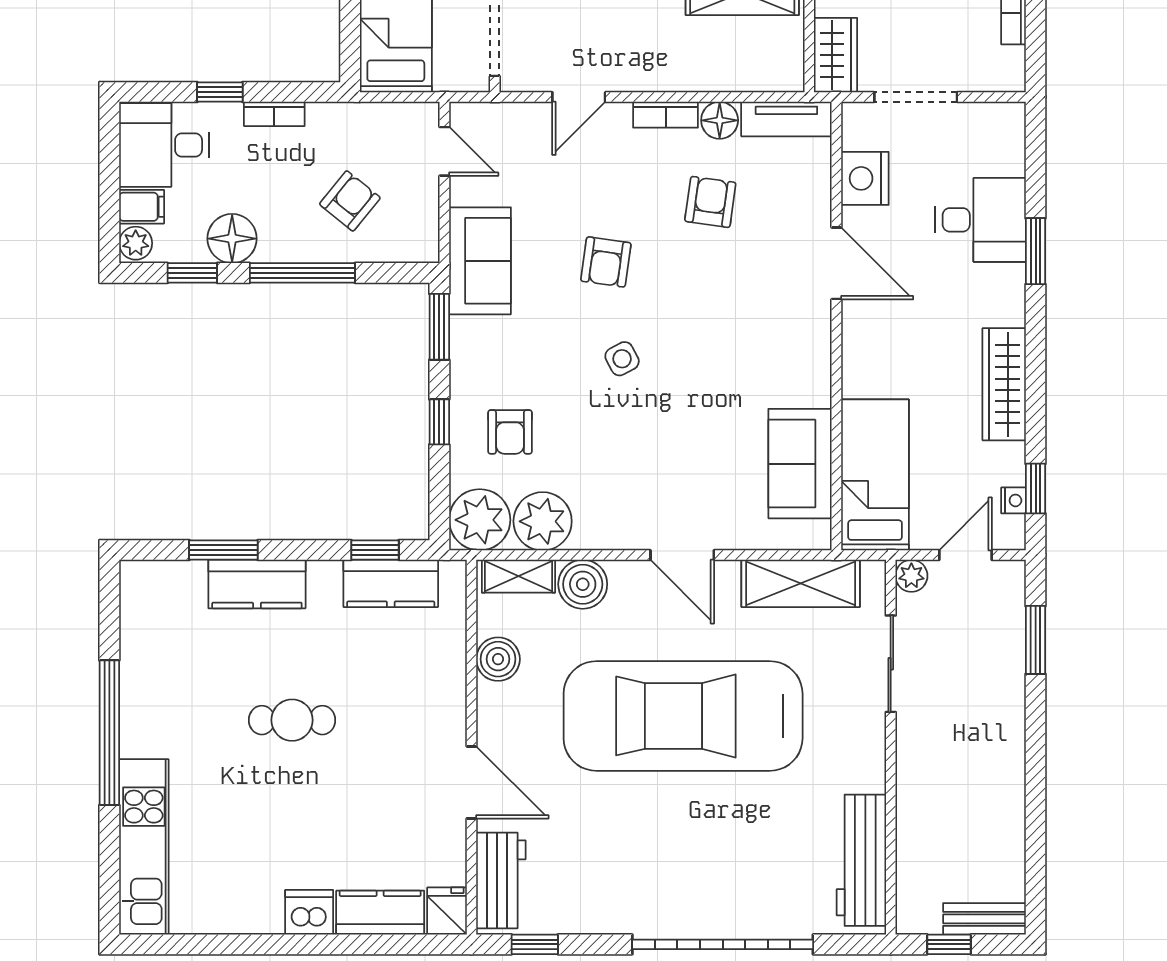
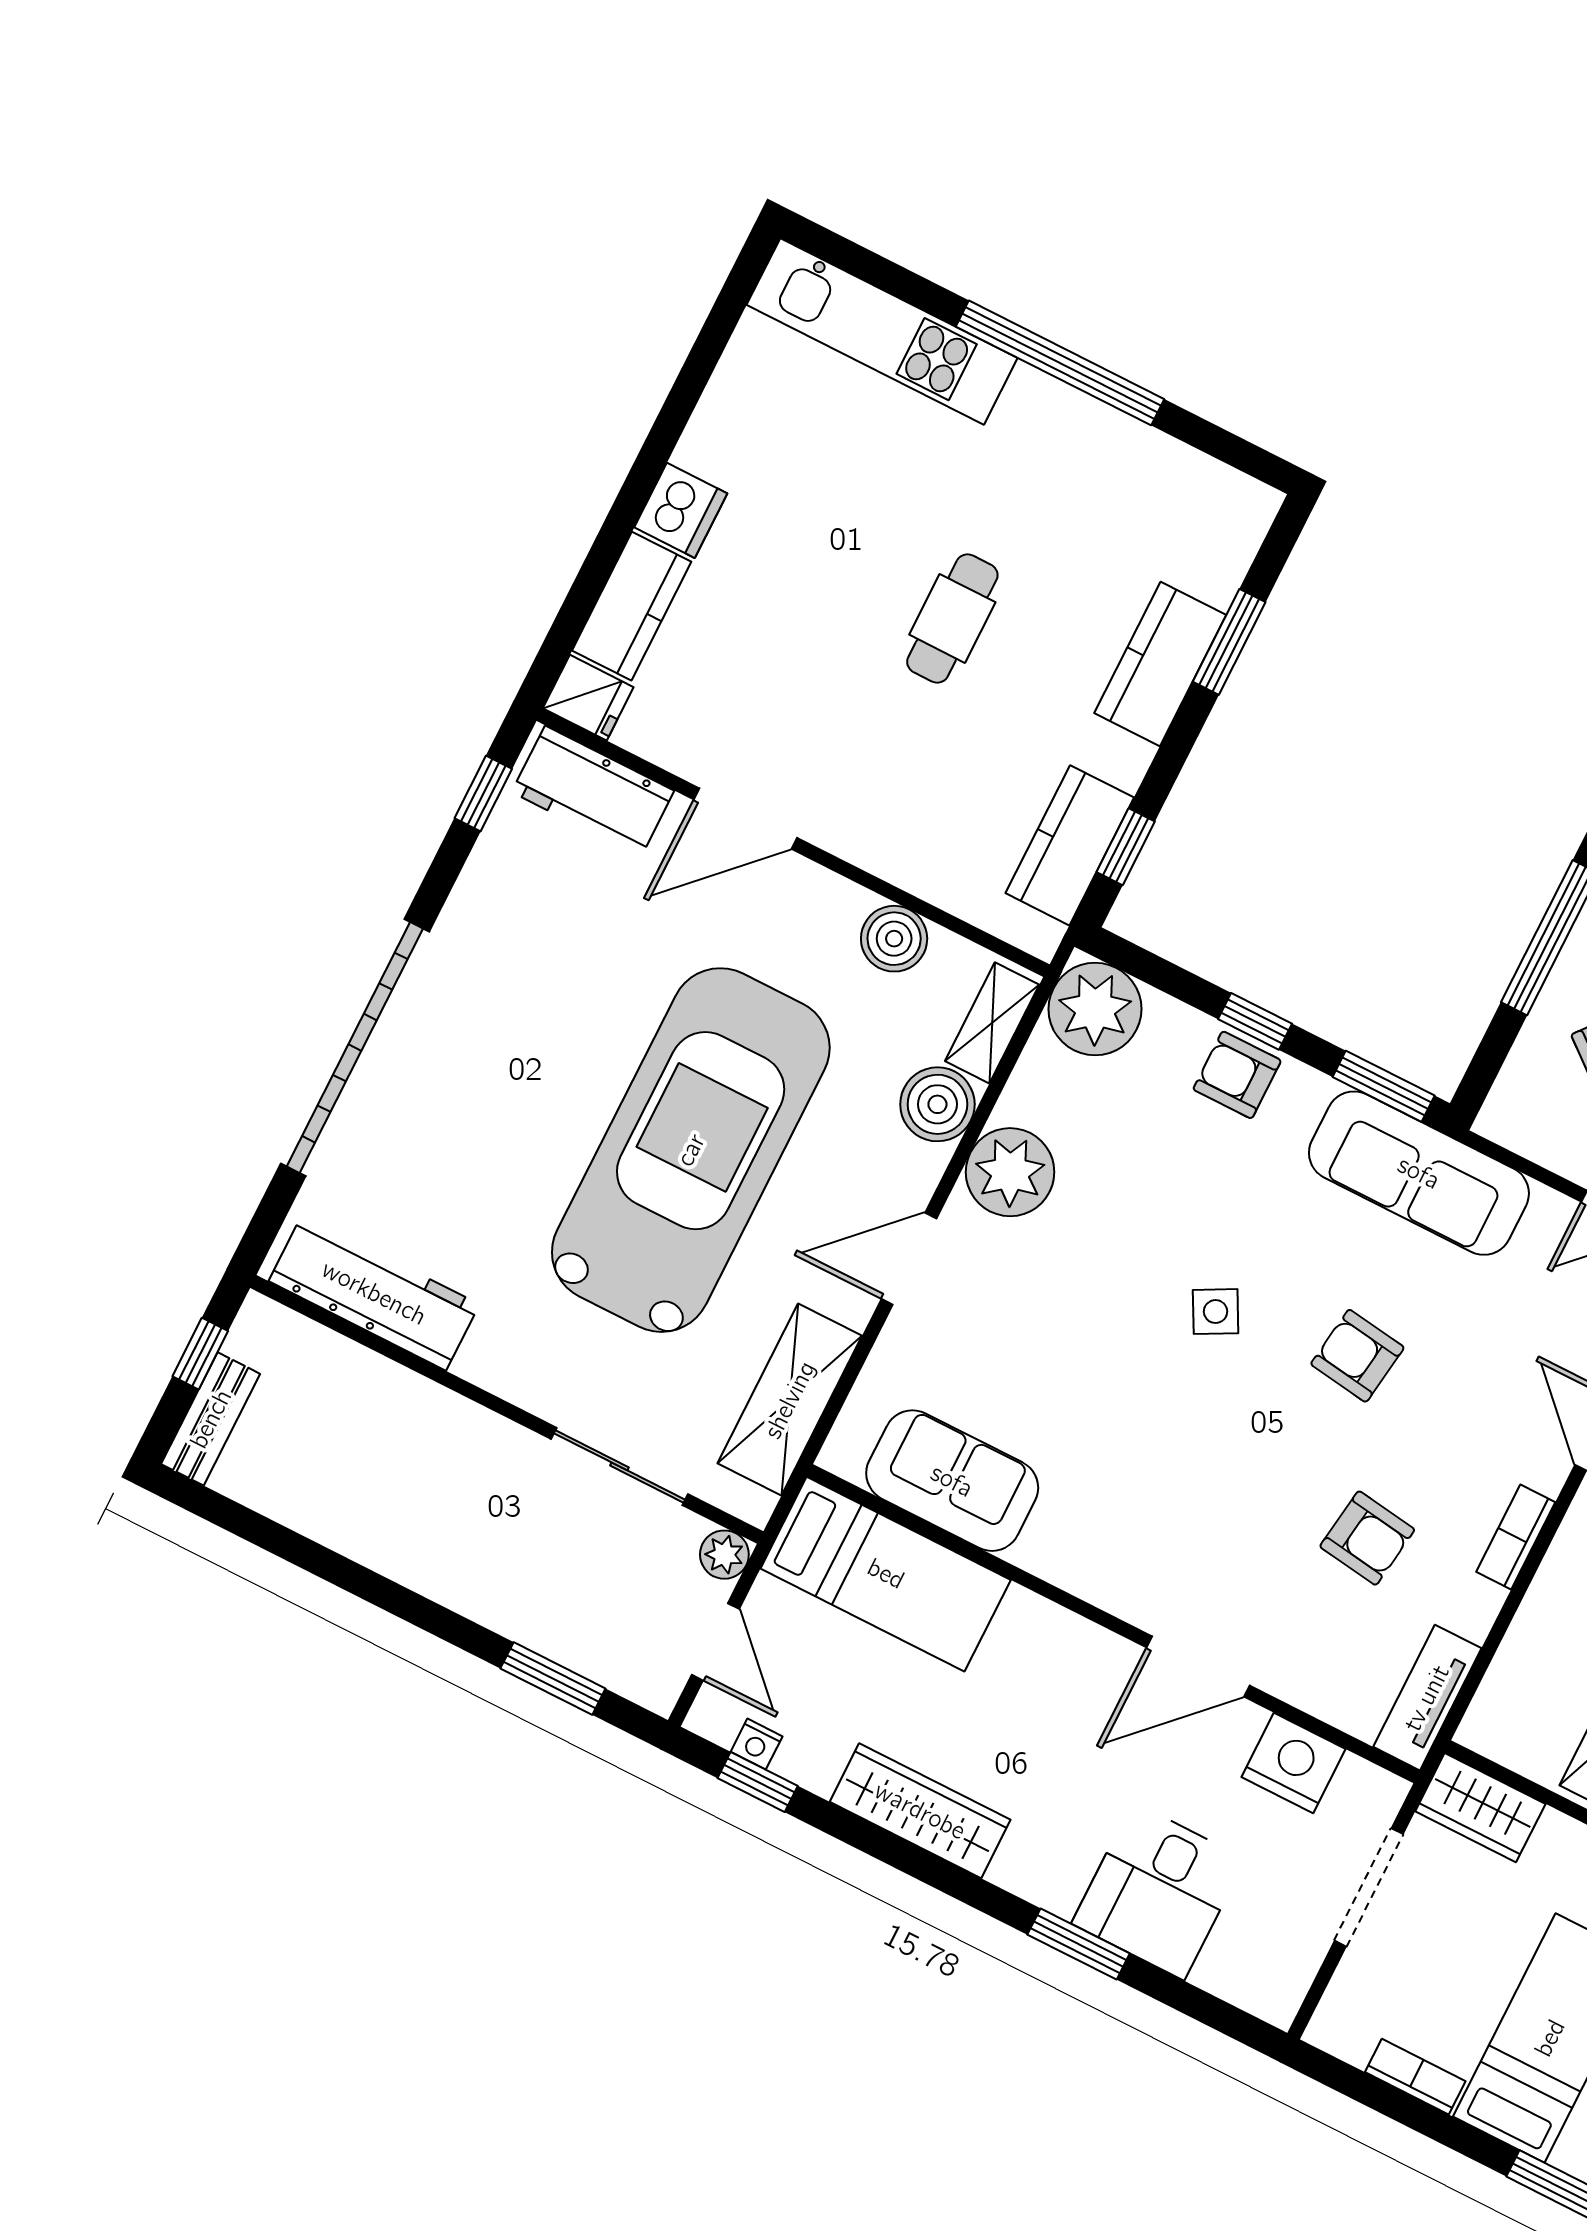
floor lamp: (720, 120) -> (1471, 1606), removed
sofa: (480, 261) -> (1419, 1173), width x1.36
armchair: (510, 432) -> (1237, 1075), moved
plant: (543, 521) -> (1010, 1172), moved

